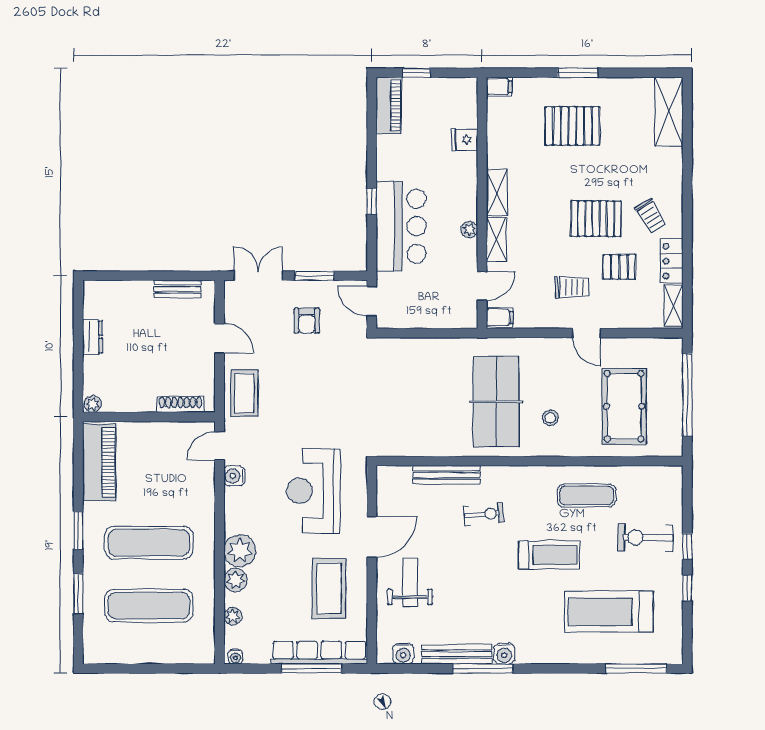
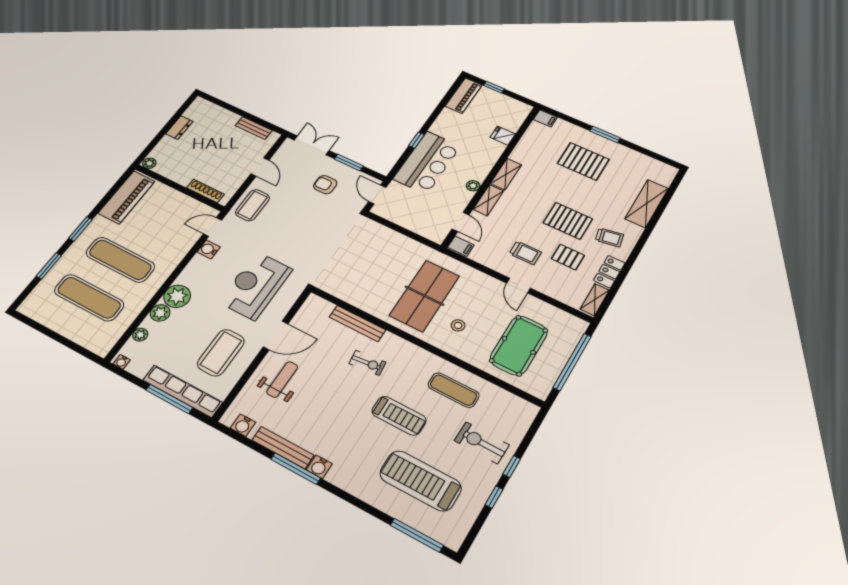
shelving: (669, 112) -> (647, 203), moved
trolley: (651, 216) -> (609, 237), turned -70
door: (482, 286) -> (460, 222), hinge flipped
armchair: (307, 321) -> (325, 185), turned 90

